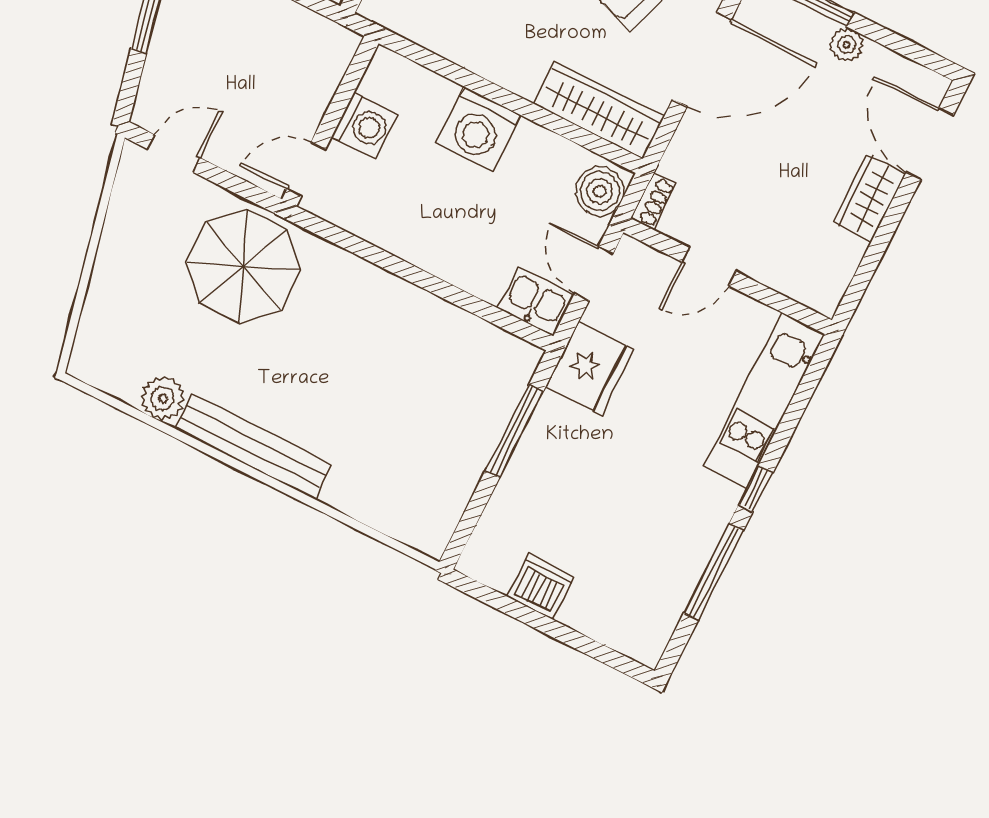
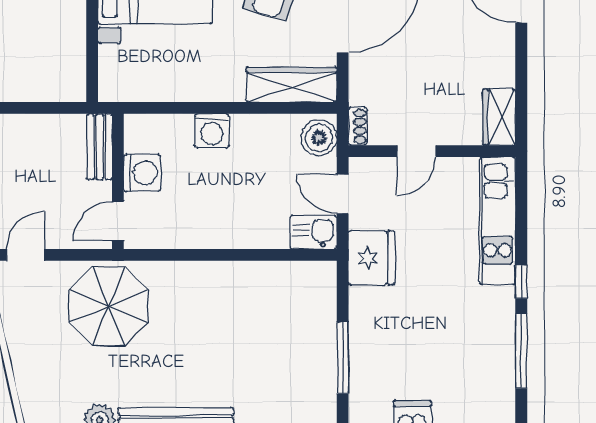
bench: (329, 68) -> (100, 147), added
washing machine: (478, 129) -> (212, 131), width x0.73, depth x0.73
wardrobe: (869, 198) -> (499, 117), moved
window: (514, 431) -> (343, 358), moved

